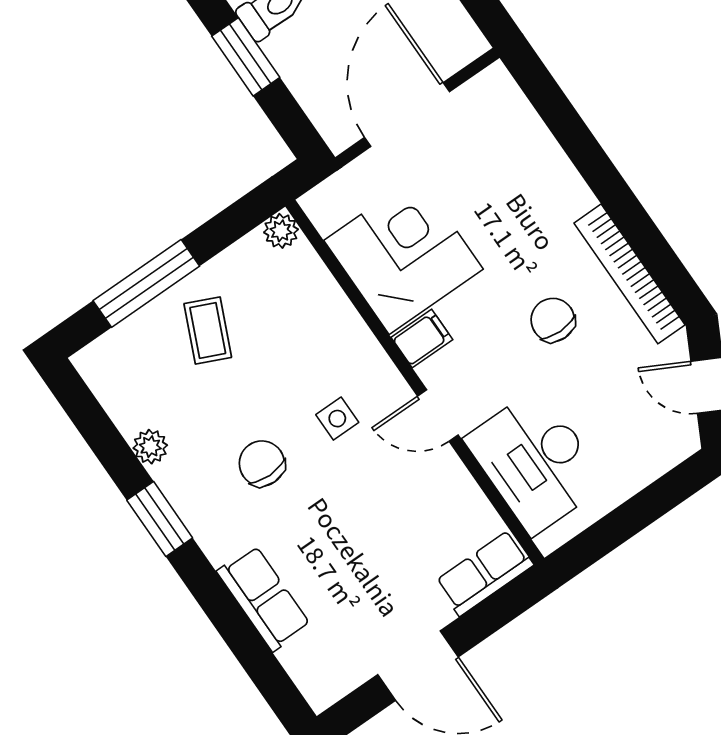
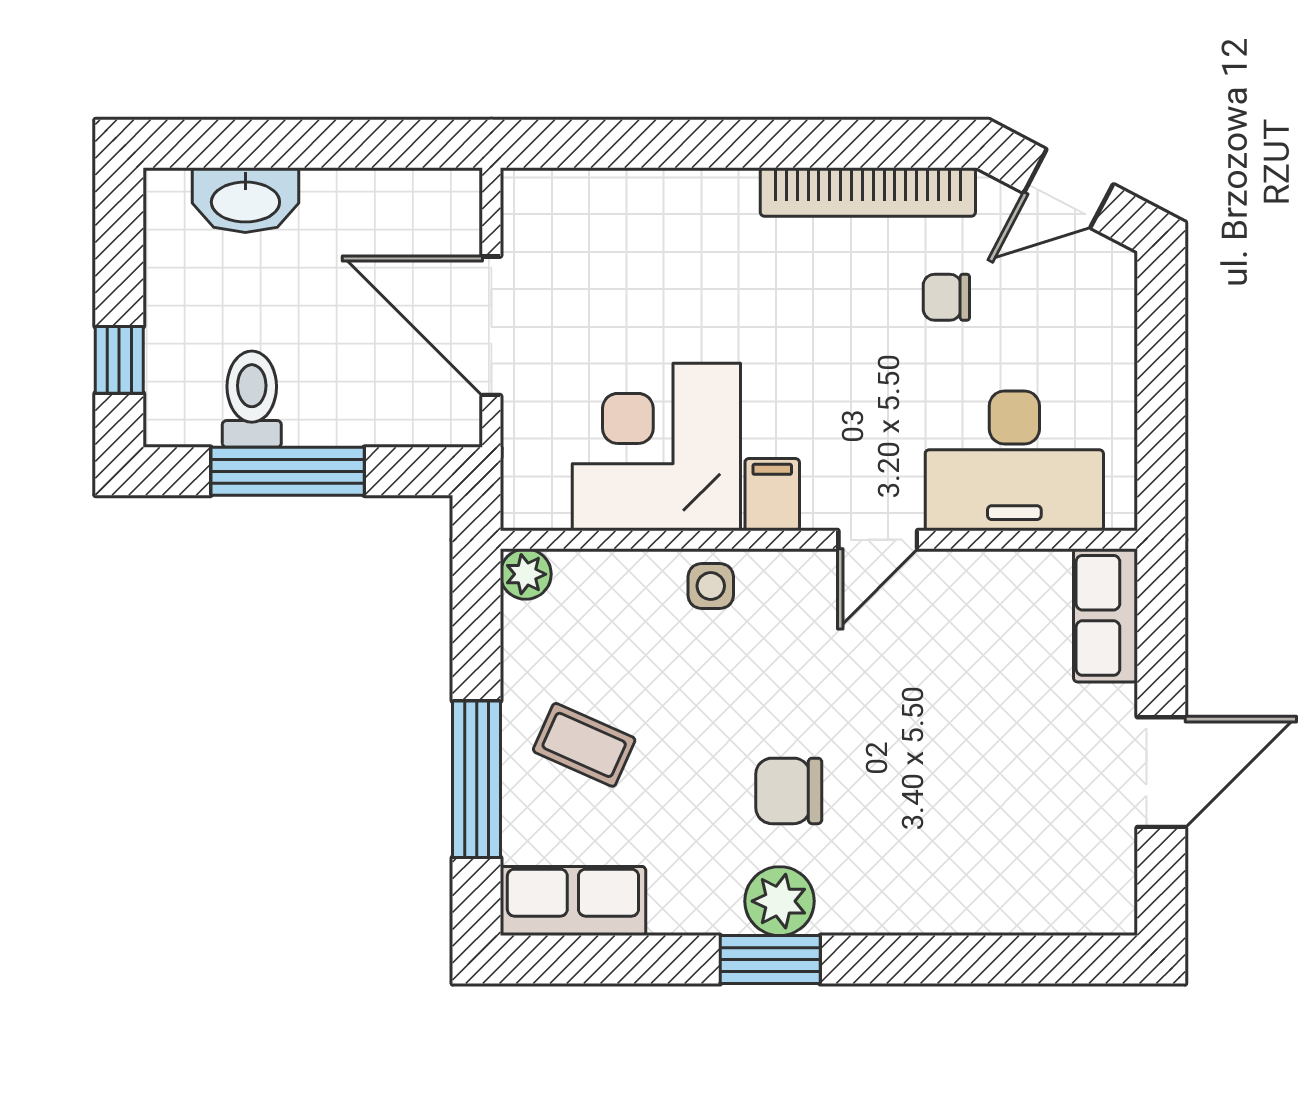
window: (246, 57) -> (288, 471), width x1.44
chair: (553, 320) -> (946, 297), moved, width x0.73, depth x0.73
side table: (337, 419) -> (711, 586), moved
plant: (150, 447) -> (780, 901), moved, width x1.38, depth x1.38
row of seats: (264, 598) -> (573, 901), moved

